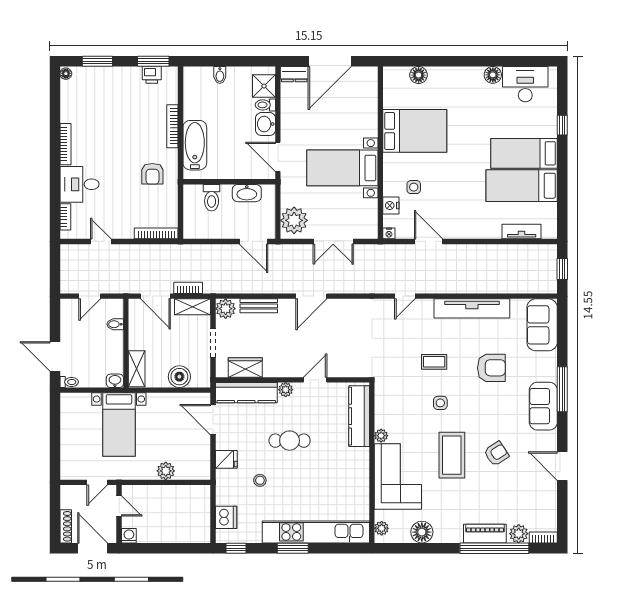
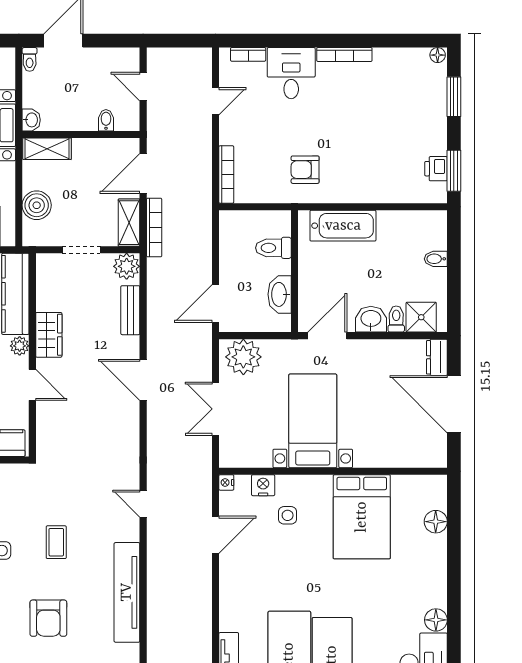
bookcase: (172, 126) -> (368, 196), removed
bookcase: (188, 288) -> (154, 228), width x1.56
wardrobe: (245, 367) -> (49, 335), moved

